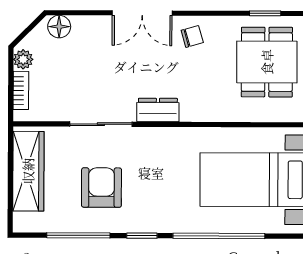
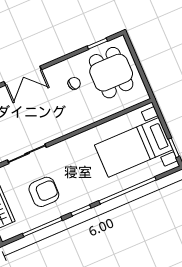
chair: (192, 36) -> (74, 83), moved
dresser: (158, 110) -> (58, 130), removed
armchair: (101, 188) -> (44, 192), turned 90

